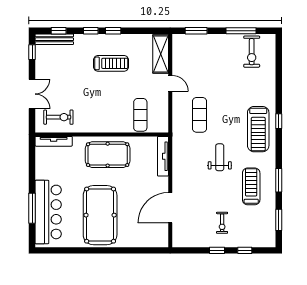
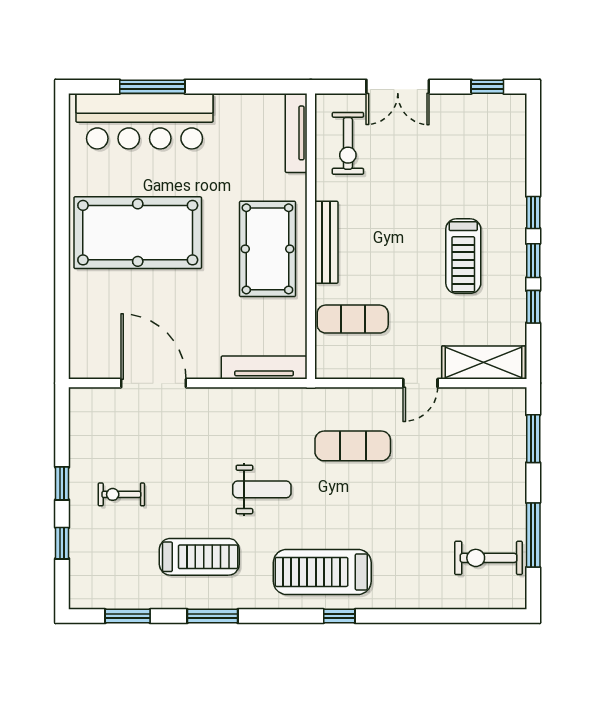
window: (59, 31) -> (533, 307), moved
bench: (54, 39) -> (326, 242), moved

